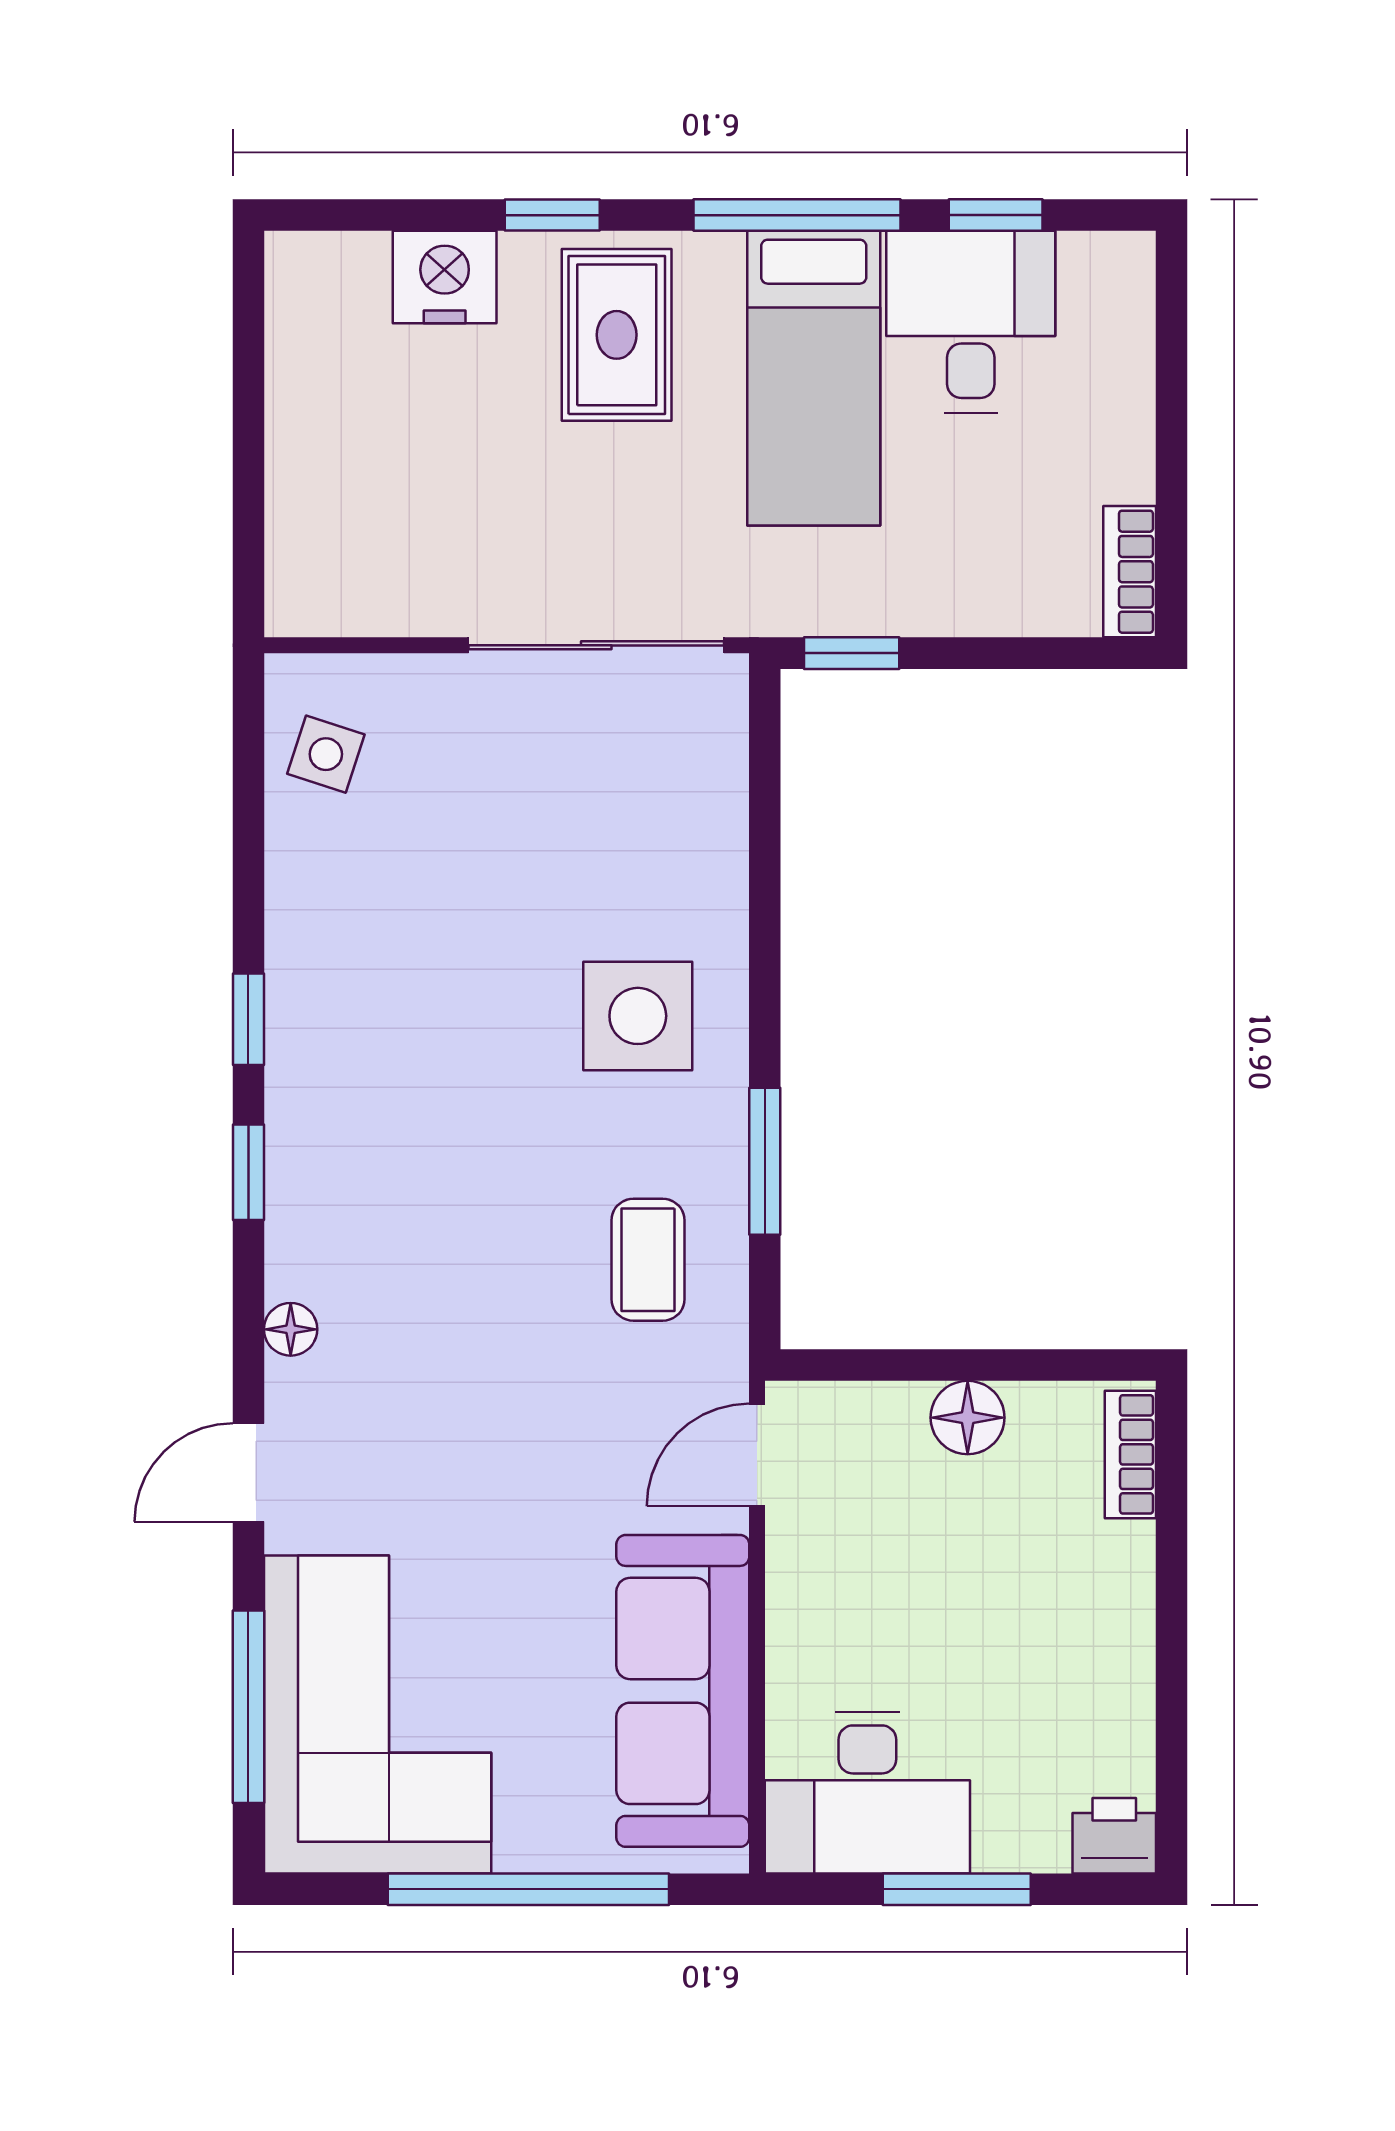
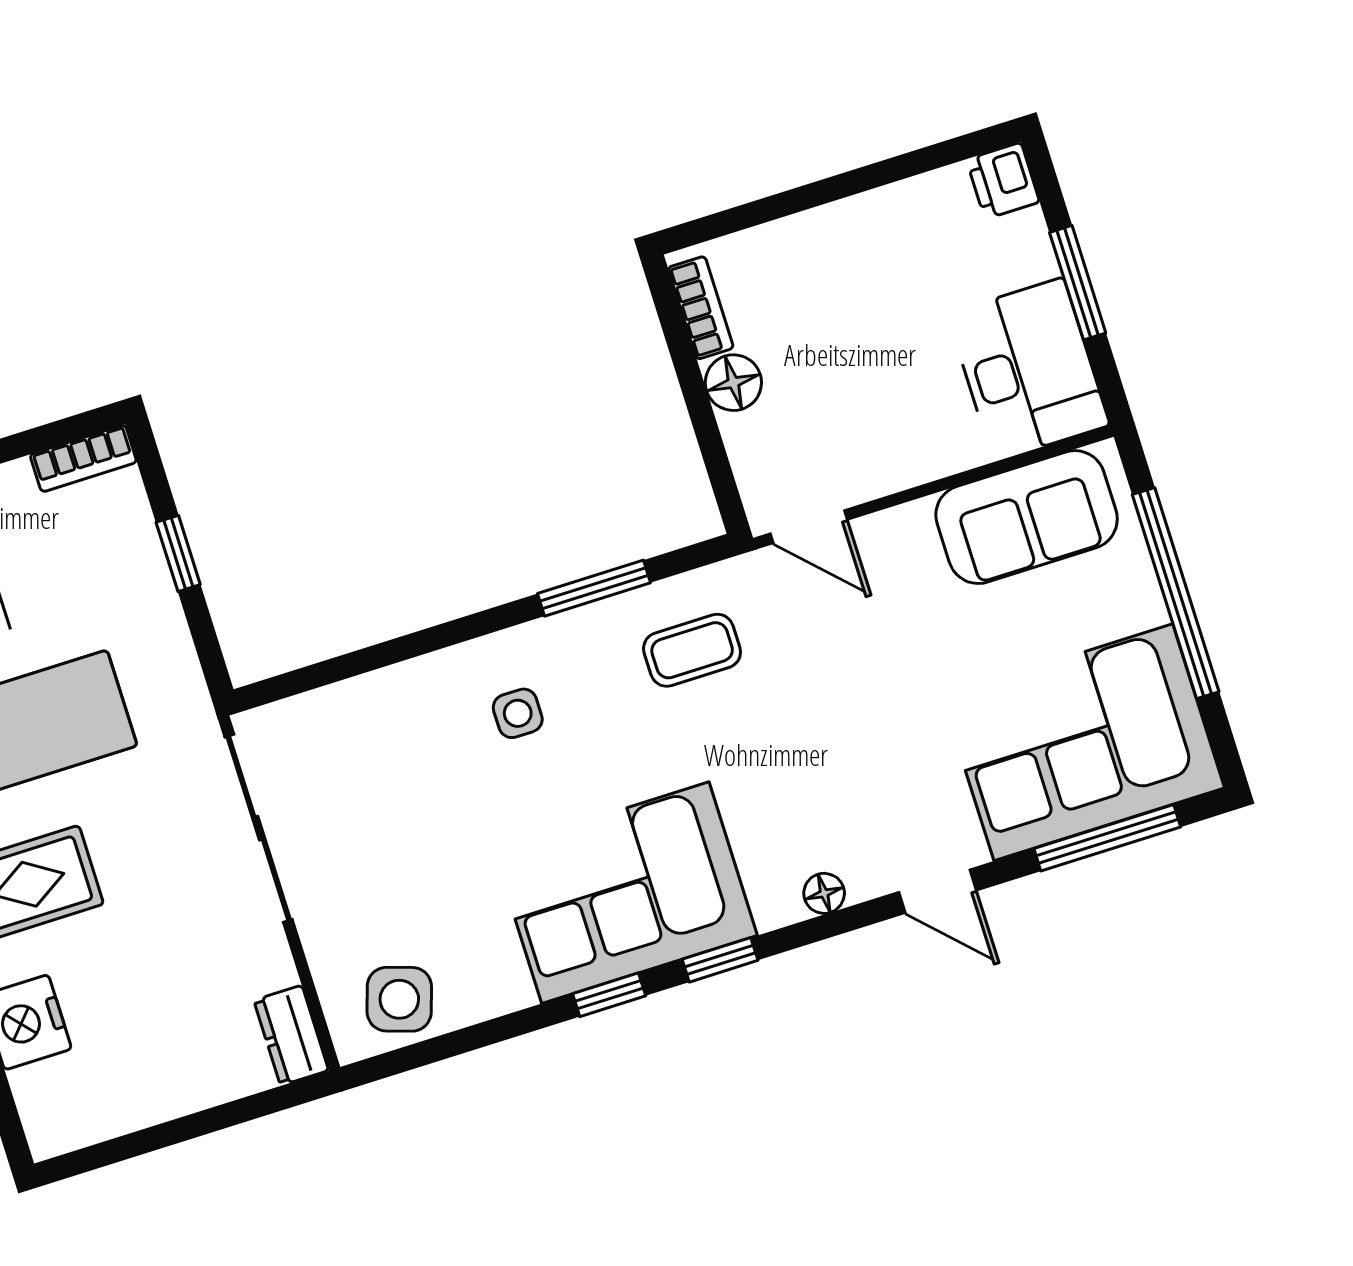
dresser: (323, 604) -> (291, 1035), added
window: (852, 653) -> (178, 553), moved
side table: (326, 754) -> (399, 999), width x1.37, depth x1.37
side table: (638, 1016) -> (518, 713), width x0.54, depth x0.54
corner sofa: (370, 1080) -> (625, 893), added
bookcase: (1130, 1454) -> (701, 308), moved, turned -90
sofa: (683, 1691) -> (1027, 517), width x0.73

